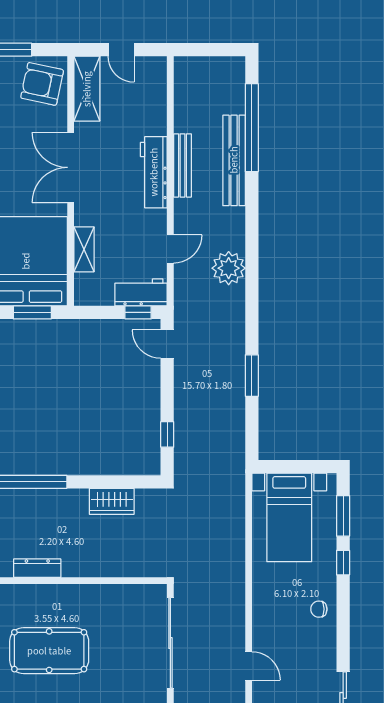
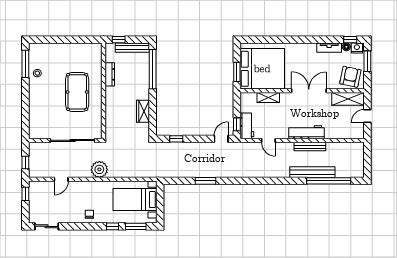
plant: (229, 268) -> (99, 169), moved
pool table: (49, 651) -> (77, 92), moved

